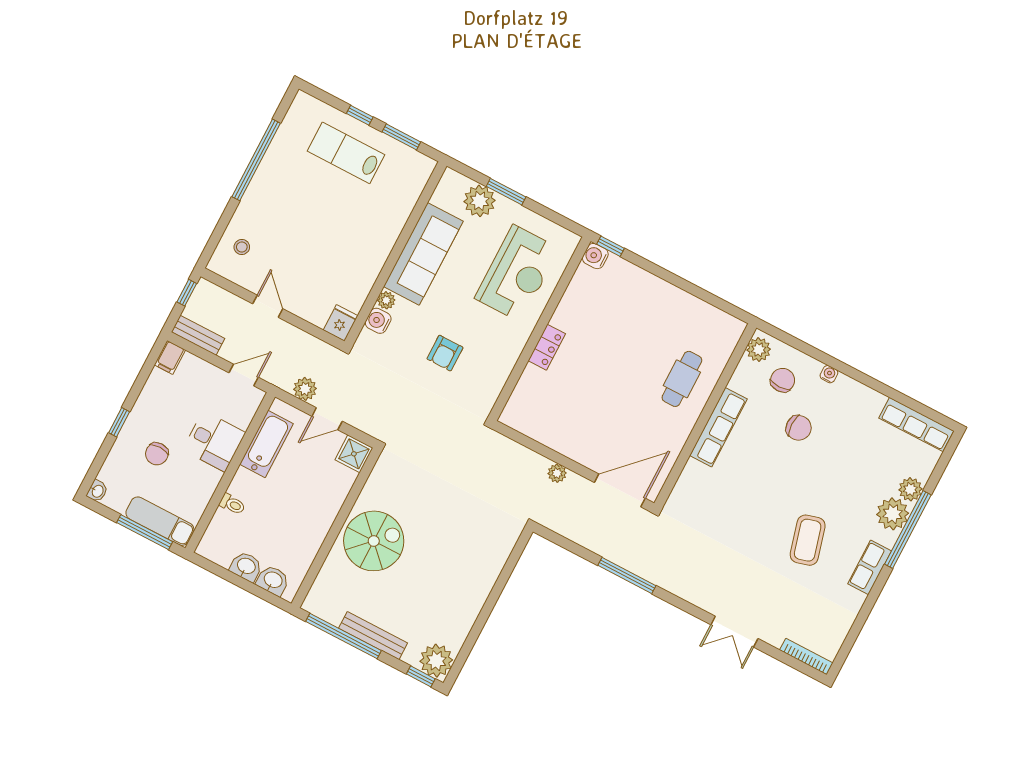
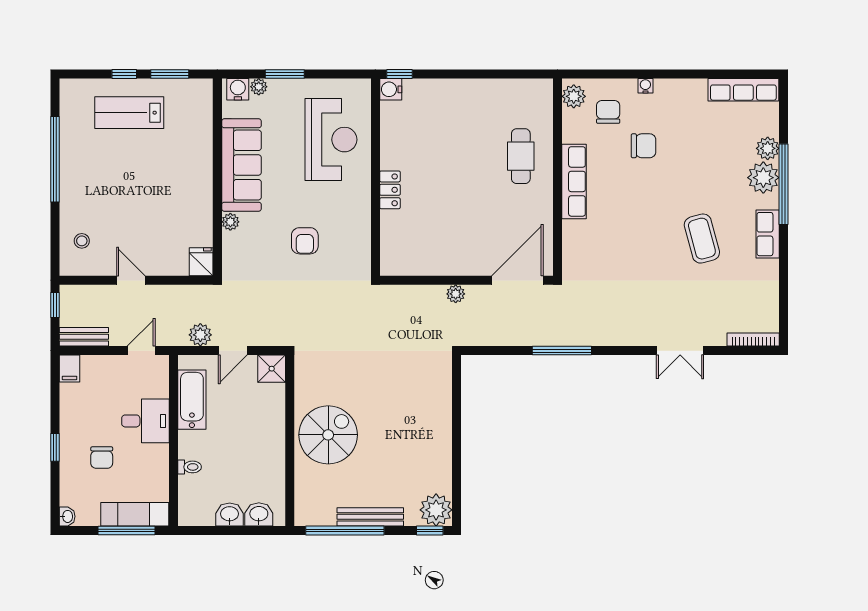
plant: (480, 201) -> (259, 87), width x0.53, depth x0.53
water cooler: (378, 321) -> (238, 89), moved, turned 90

